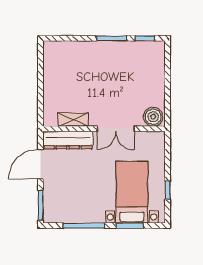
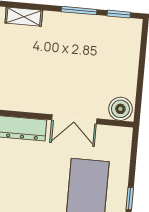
shelving: (73, 120) -> (24, 17), moved

